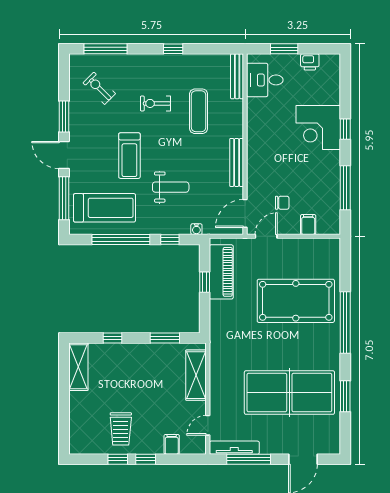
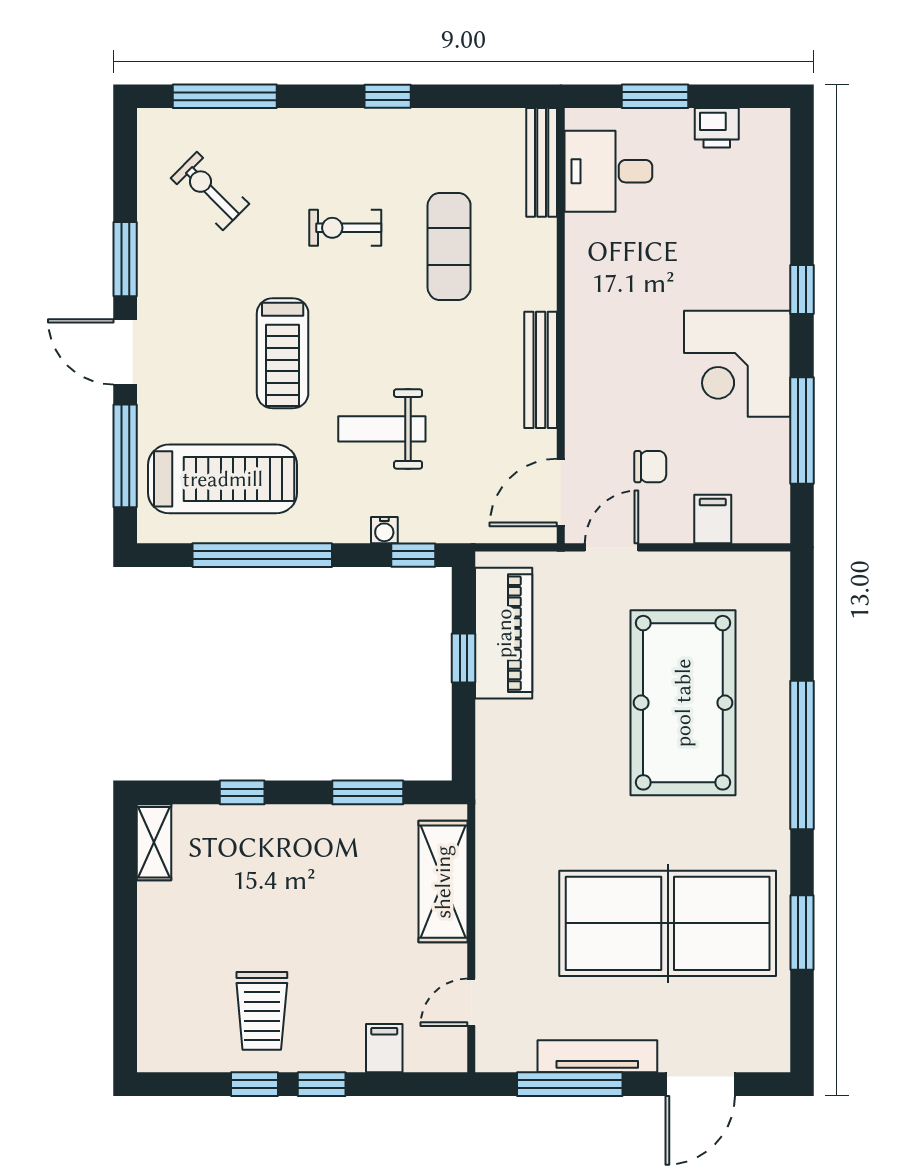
corner desk: (318, 128) -> (737, 364), moved
weight bench: (171, 187) -> (382, 429), turned 180
water cooler: (196, 229) -> (384, 530), moved
window: (170, 239) -> (413, 555), moved
pool table: (296, 301) -> (683, 703), turned 90
shelving: (78, 367) -> (154, 842), width x0.67, depth x0.75
tv unit: (234, 448) -> (597, 1056), moved

